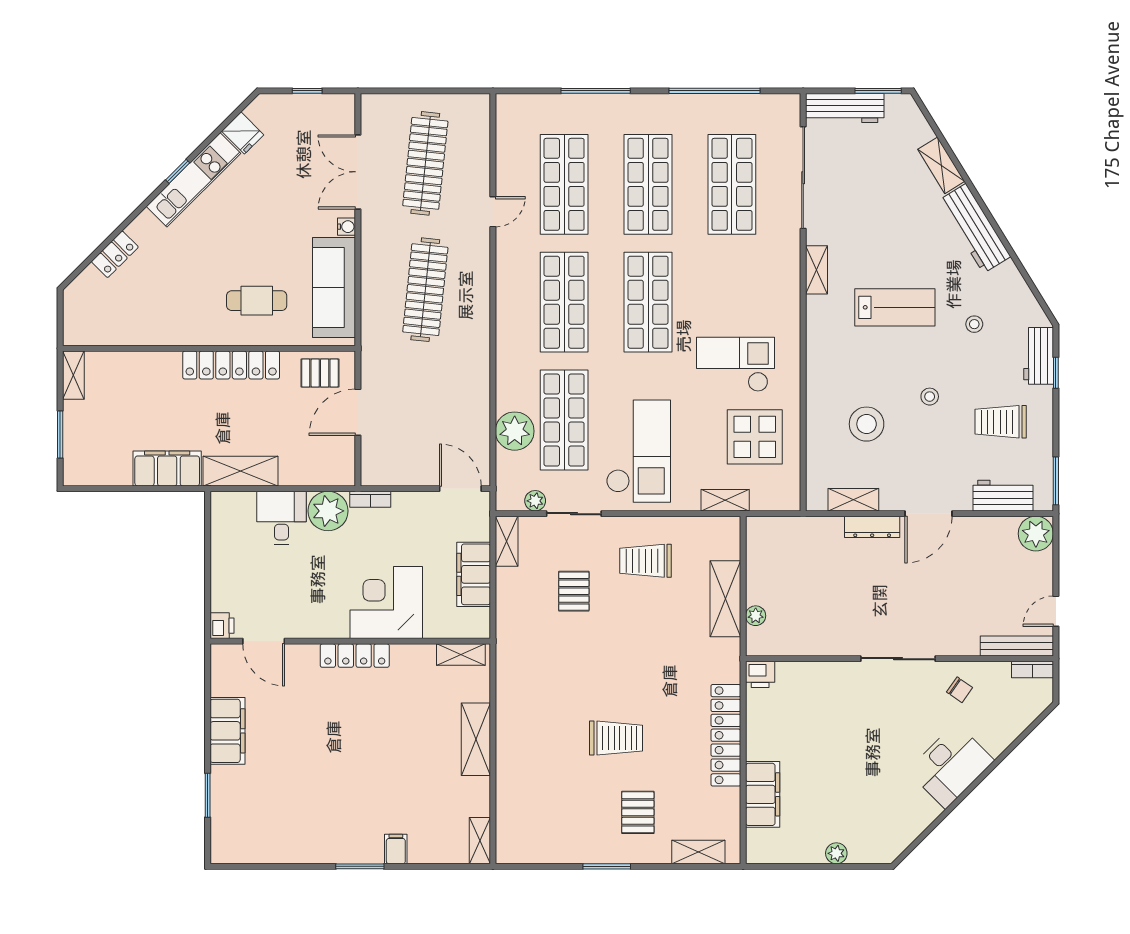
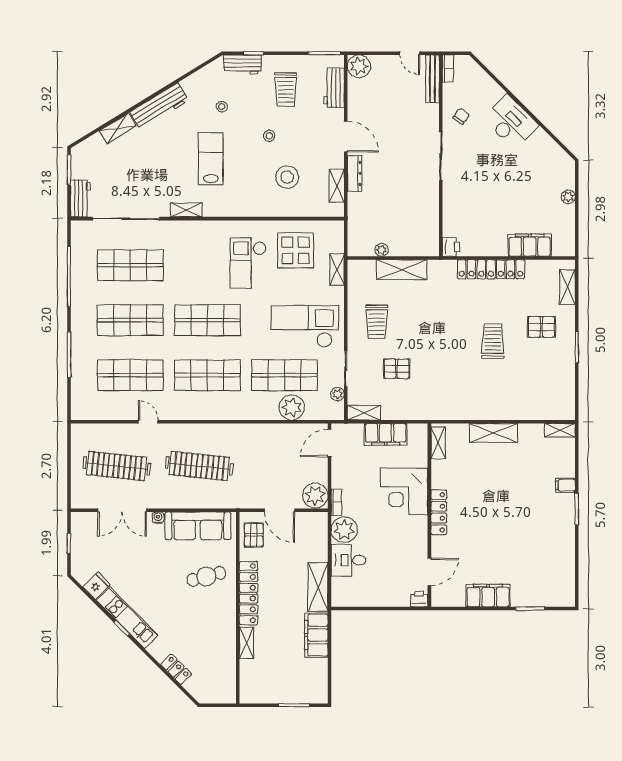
workbench: (845, 108) -> (80, 198), width x0.73
cafe table: (257, 301) -> (206, 576), turned 75
shelving: (73, 375) -> (246, 643), moved, turned 90
plant: (380, 467) -> (315, 496), added
plant: (756, 616) -> (381, 250), moved

